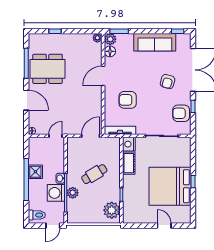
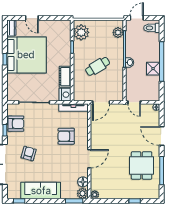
dining table: (48, 69) -> (142, 165), width x0.73
armchair: (128, 100) -> (66, 136), turned 180
door: (55, 136) -> (134, 102), hinge flipped
washing machine: (56, 193) -> (134, 49), removed
plant: (73, 193) -> (118, 32), moved
dresser: (186, 215) -> (11, 28), added

